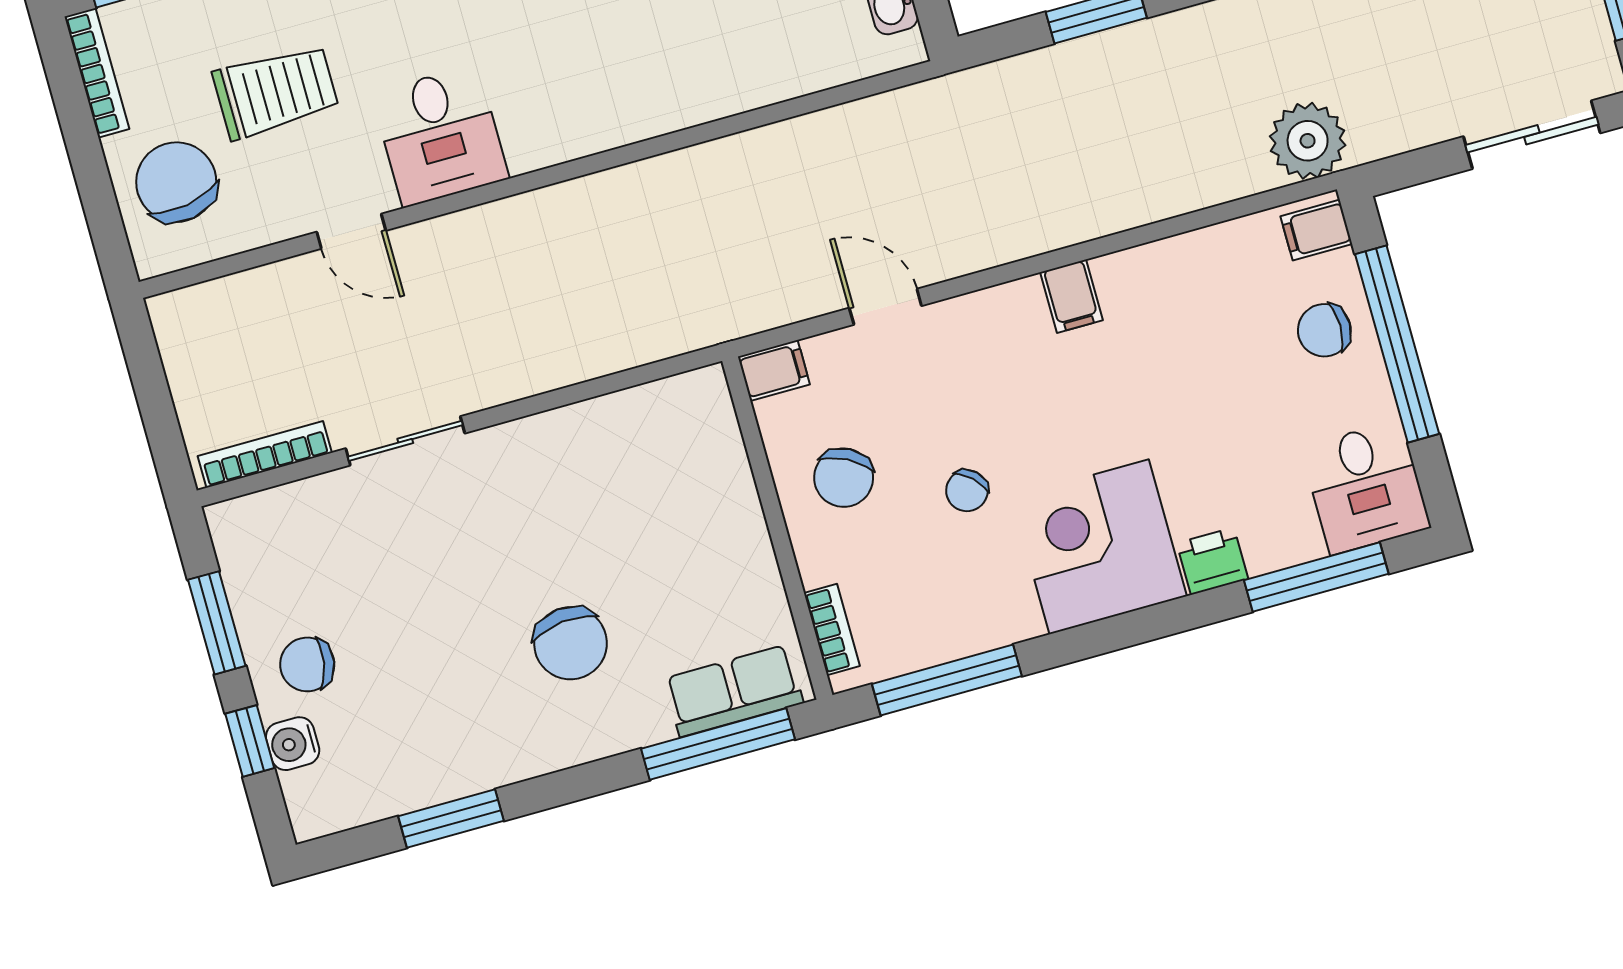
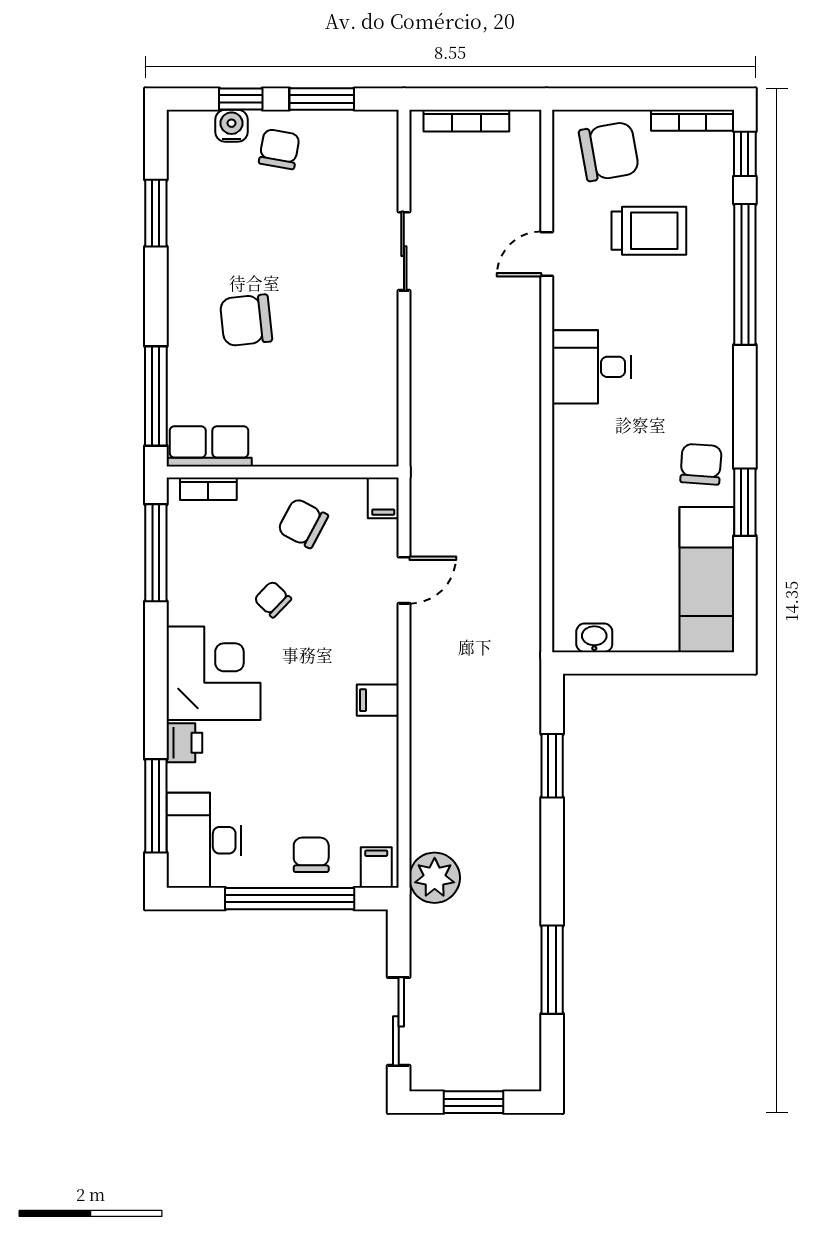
trolley: (276, 92) -> (649, 231), turned -90
desk: (440, 136) -> (592, 367), moved
bookcase: (265, 454) -> (466, 121), moved, turned 90
desk: (1366, 487) -> (204, 840), width x1.37
row of seats: (734, 691) -> (209, 446), moved, turned -90

